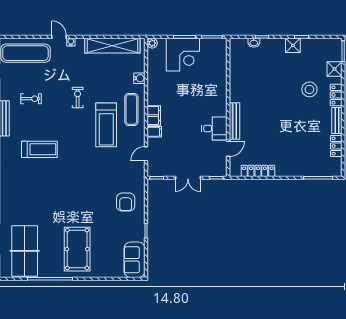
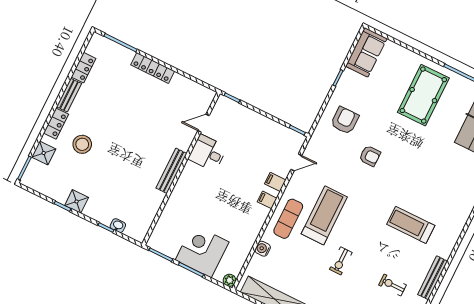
filing cabinet: (154, 116) -> (267, 200), width x0.50
bench: (234, 121) -> (171, 171), moved
locker: (258, 171) -> (153, 68), moved
double door: (188, 178) -> (263, 113), removed
armchair: (94, 185) -> (370, 156), added

